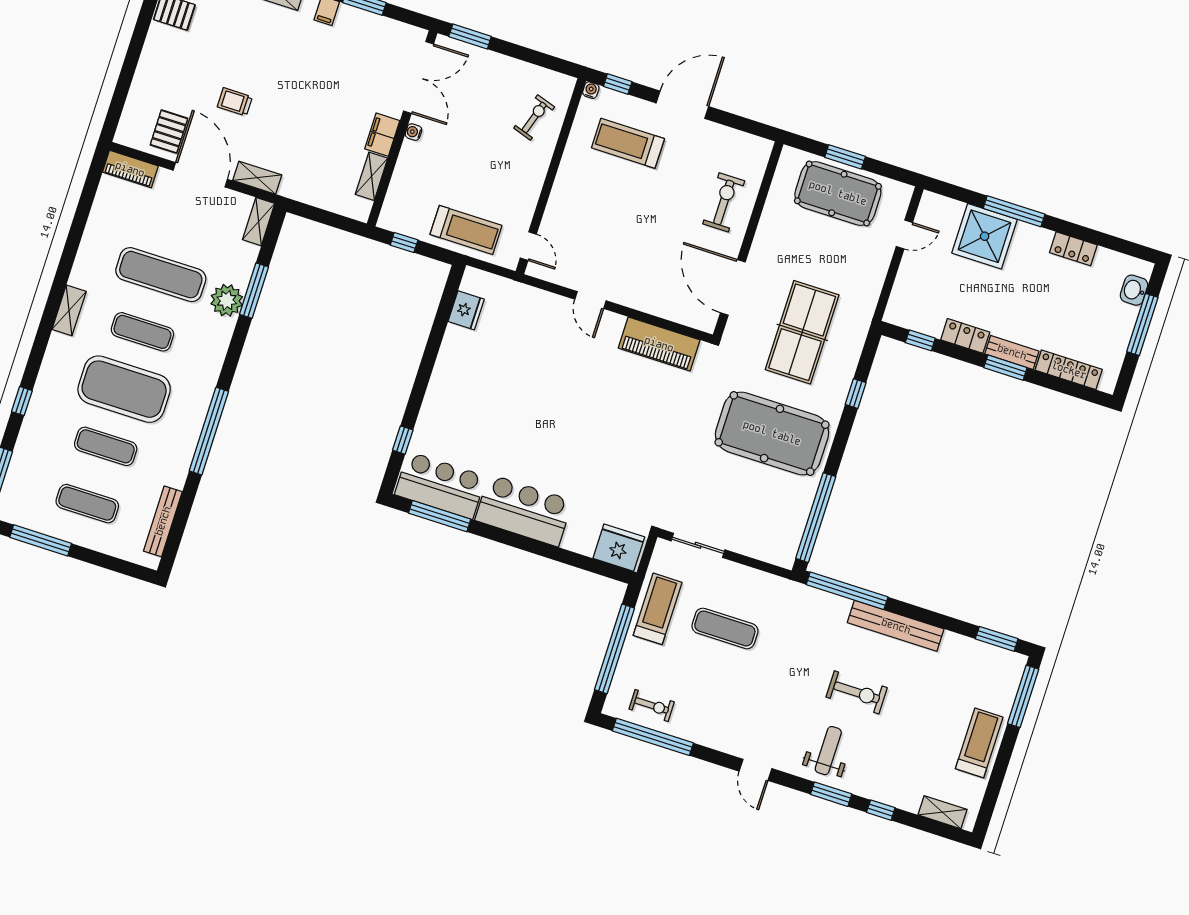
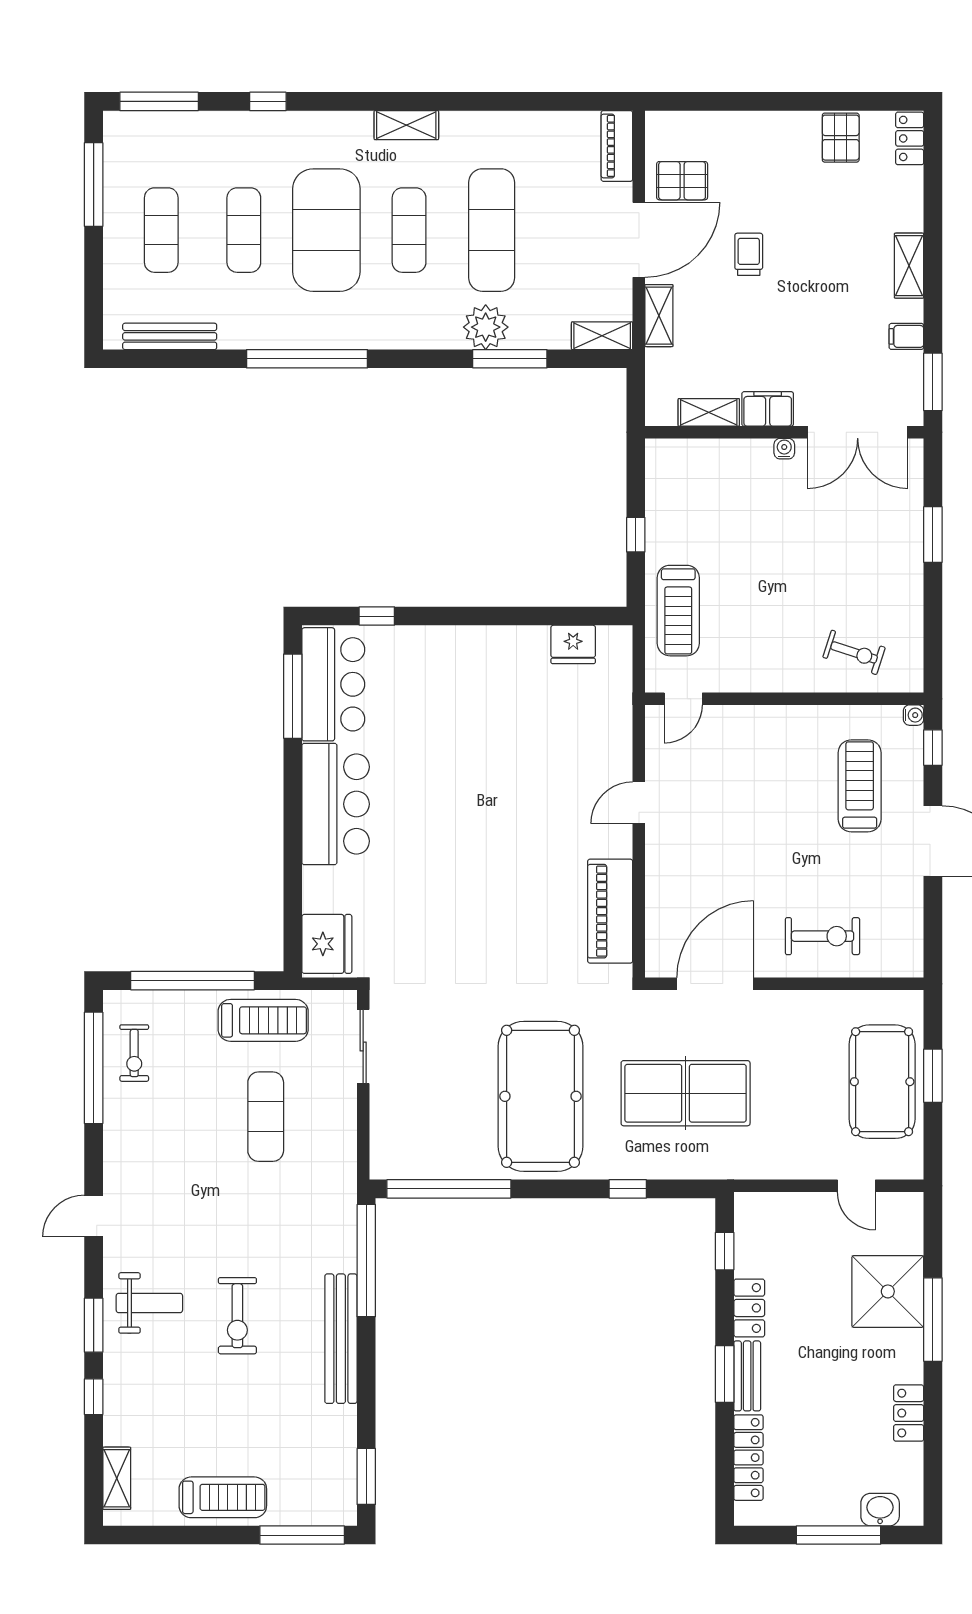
double door: (418, 77) -> (858, 432), moved
wall: (402, 128) -> (784, 432), moved
water cooler: (413, 132) -> (784, 449), moved
filing cabinet: (382, 135) -> (768, 409), moved
shelving: (372, 176) -> (709, 412), moved

